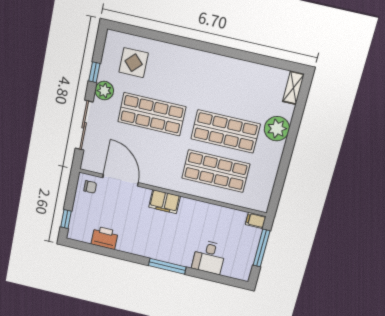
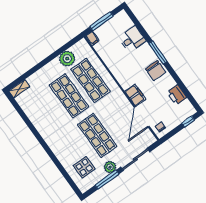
window: (94, 72) -> (107, 180), width x2.17
plant: (277, 129) -> (67, 59), moved
filing cabinet: (165, 202) -> (135, 95), moved
chair: (152, 244) -> (156, 71), added

